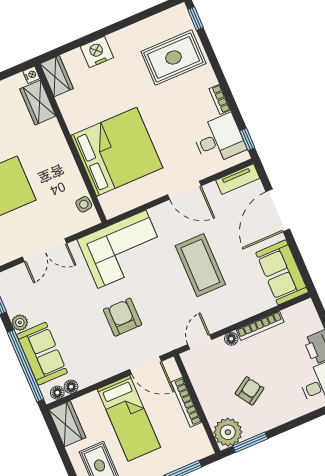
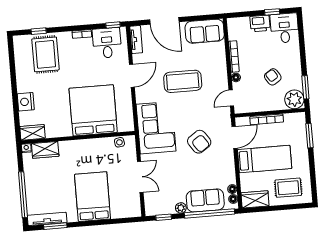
window: (196, 19) -> (39, 31), moved
armchair: (123, 317) -> (199, 142), turned -125
door: (200, 342) -> (231, 98), hinge flipped

